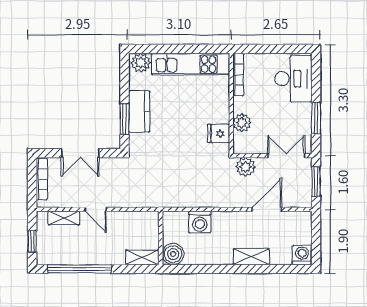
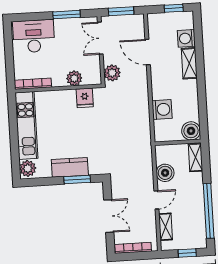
boiler: (126, 221) -> (165, 173), added
window: (316, 242) -> (174, 8), added
washing machine: (302, 255) -> (186, 38), moved

